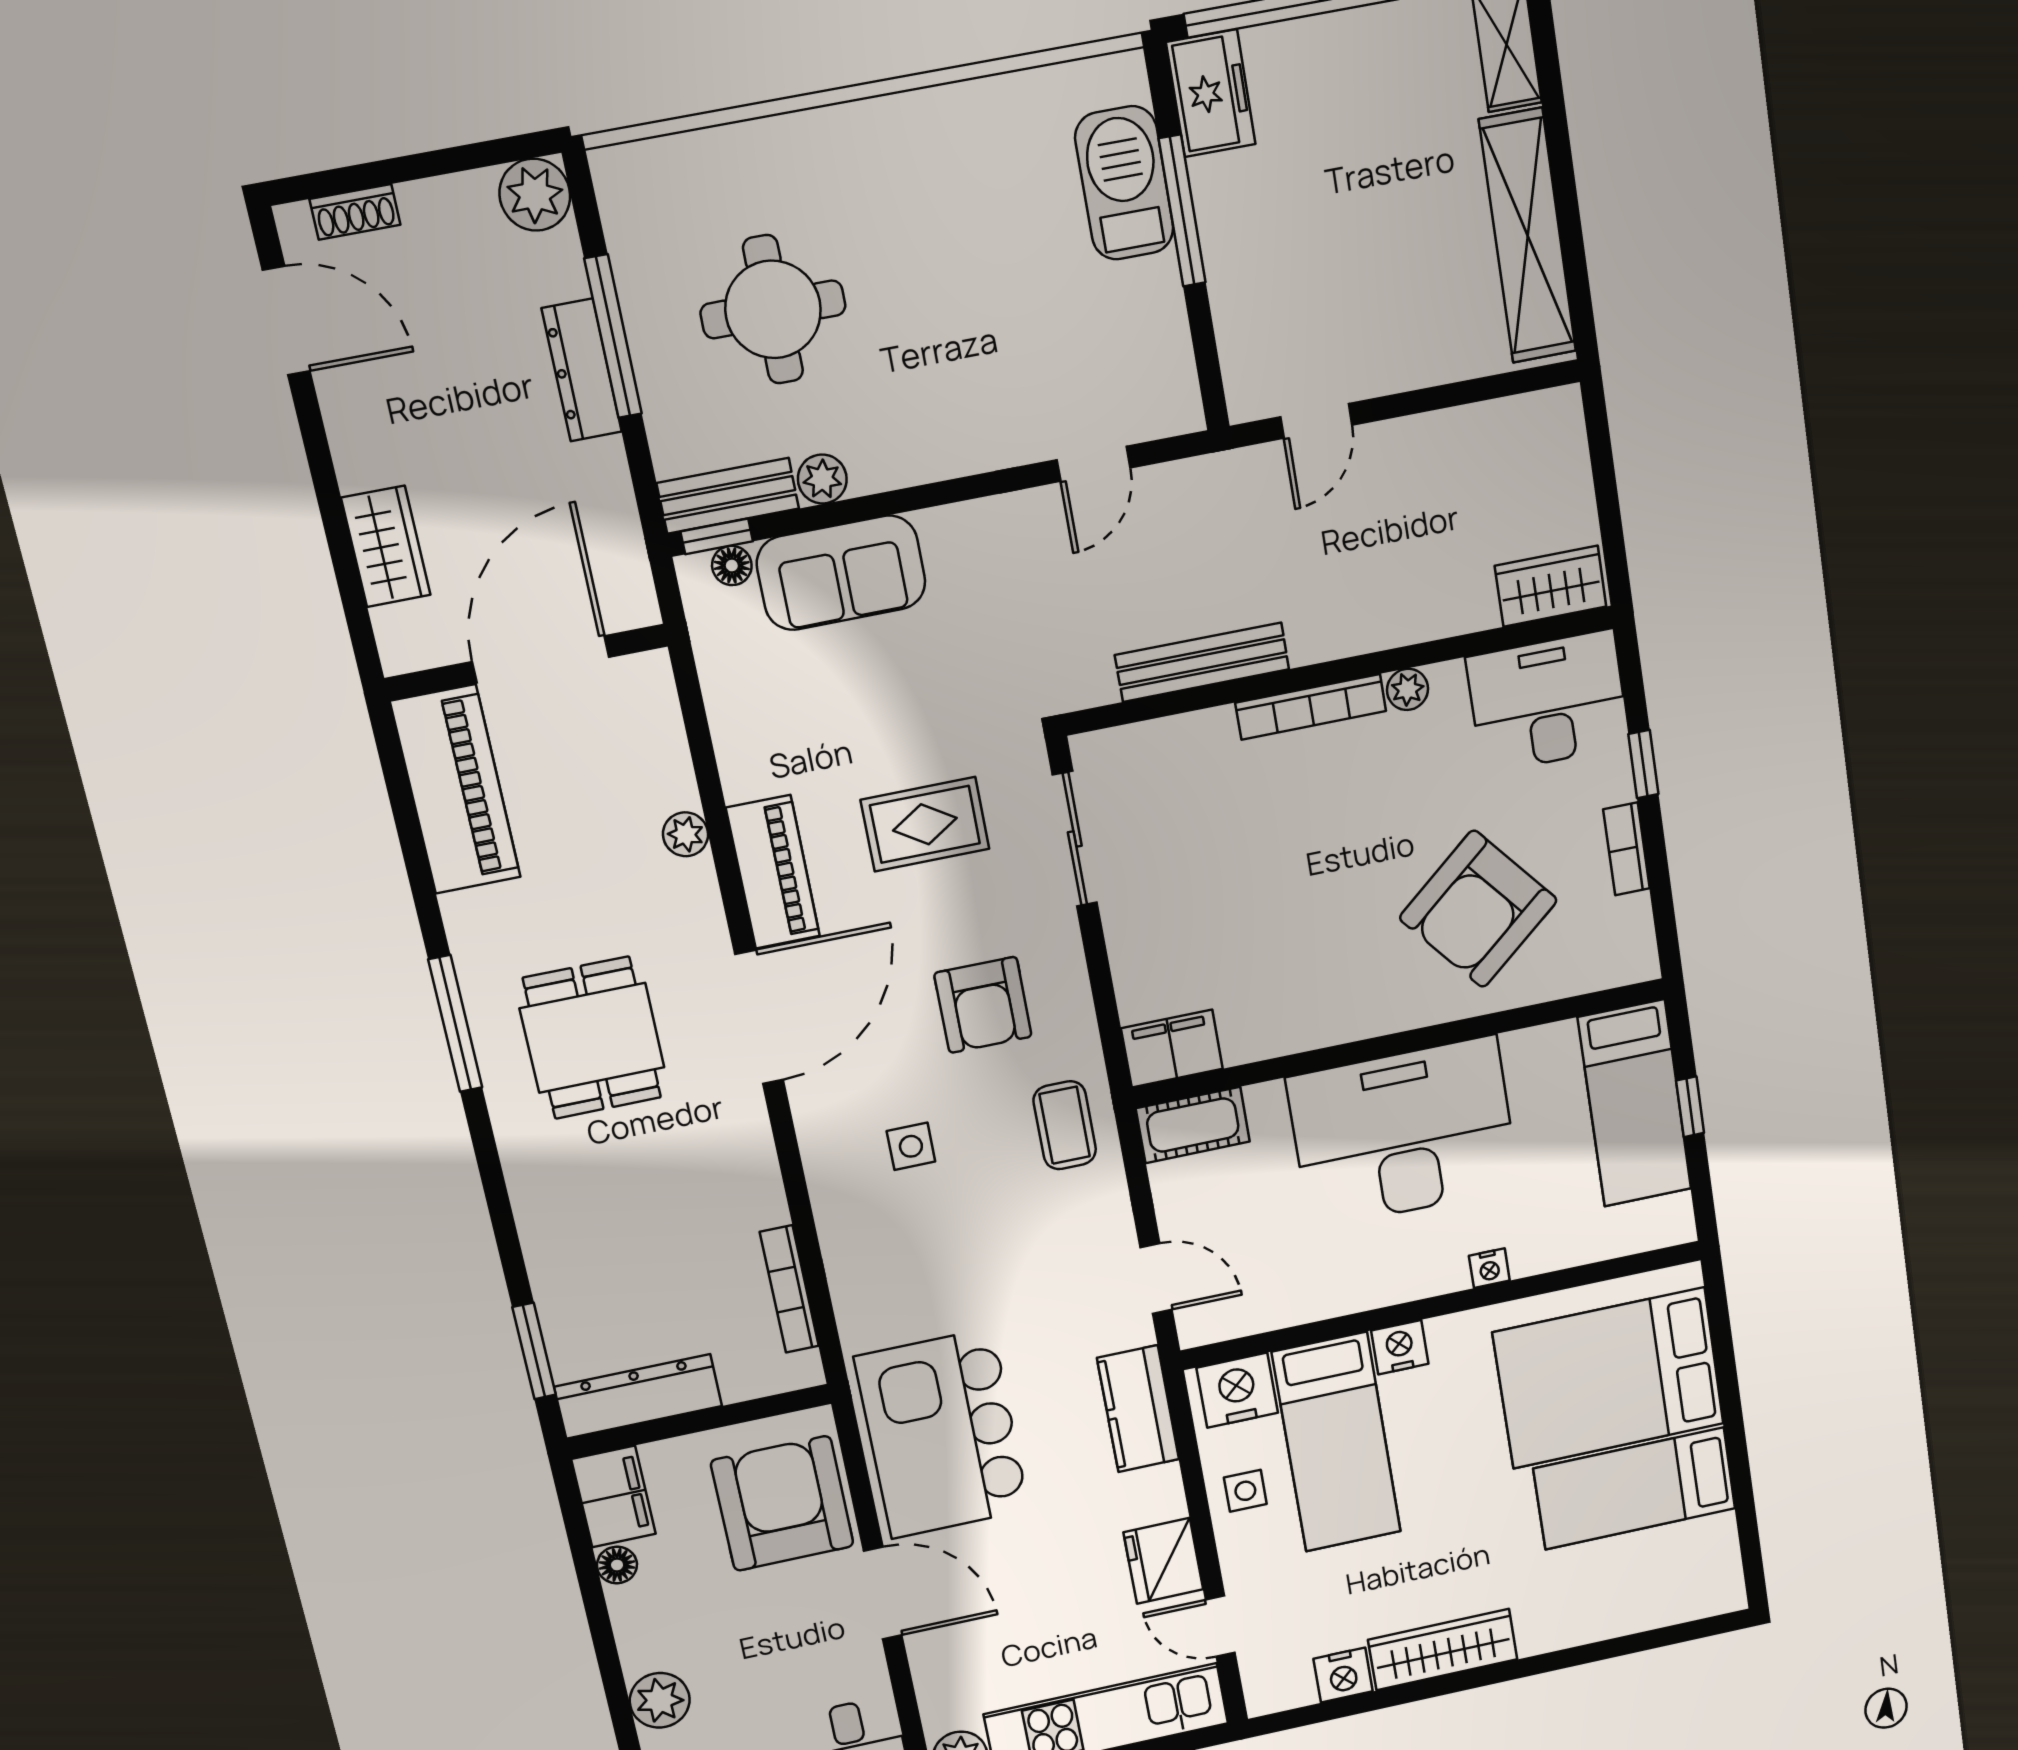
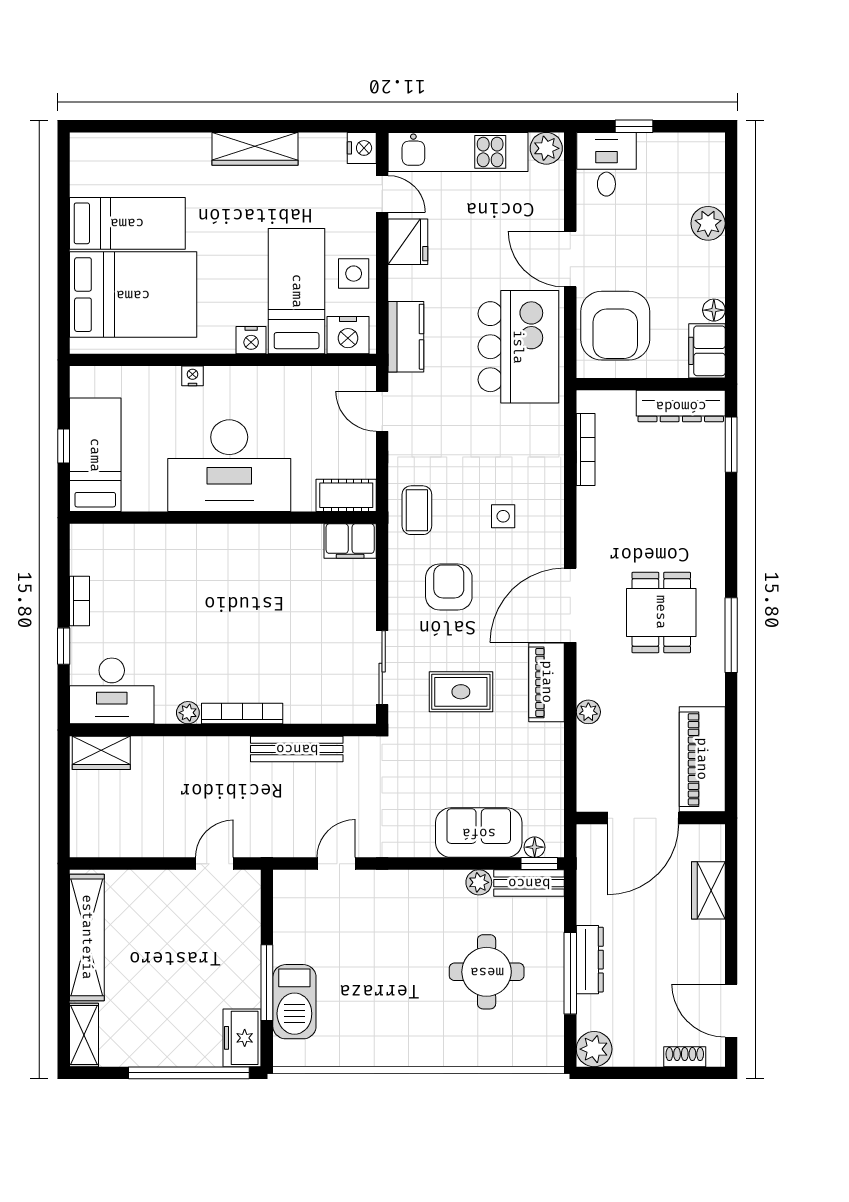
armchair: (1478, 909) -> (167, 584), removed
side table: (1245, 1491) -> (354, 274), width x1.37, depth x1.37
nightstand: (1343, 1675) -> (362, 148), moved, turned 90

